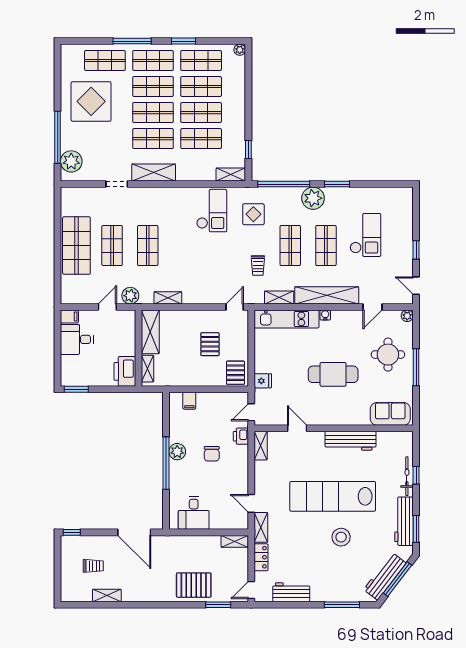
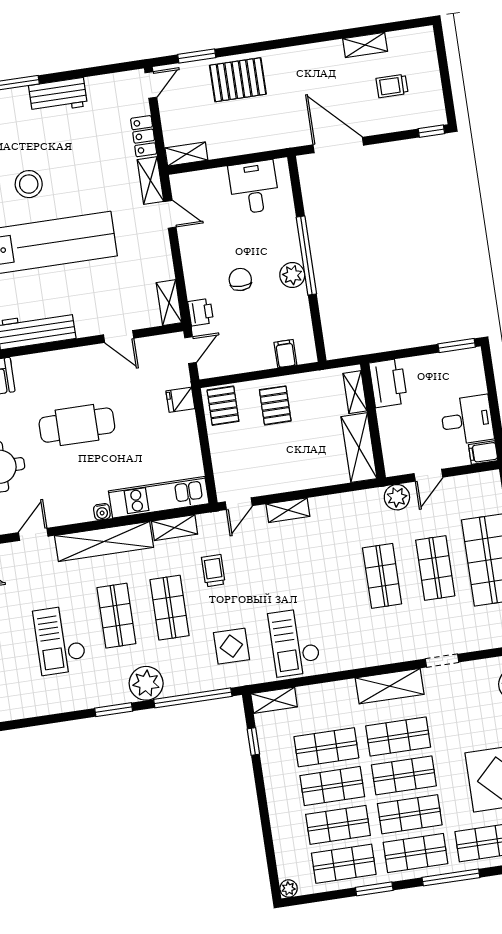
shelving: (168, 298) -> (288, 510), moved
pallet: (210, 344) -> (275, 405), moved
workbench: (291, 592) -> (58, 96), moved

